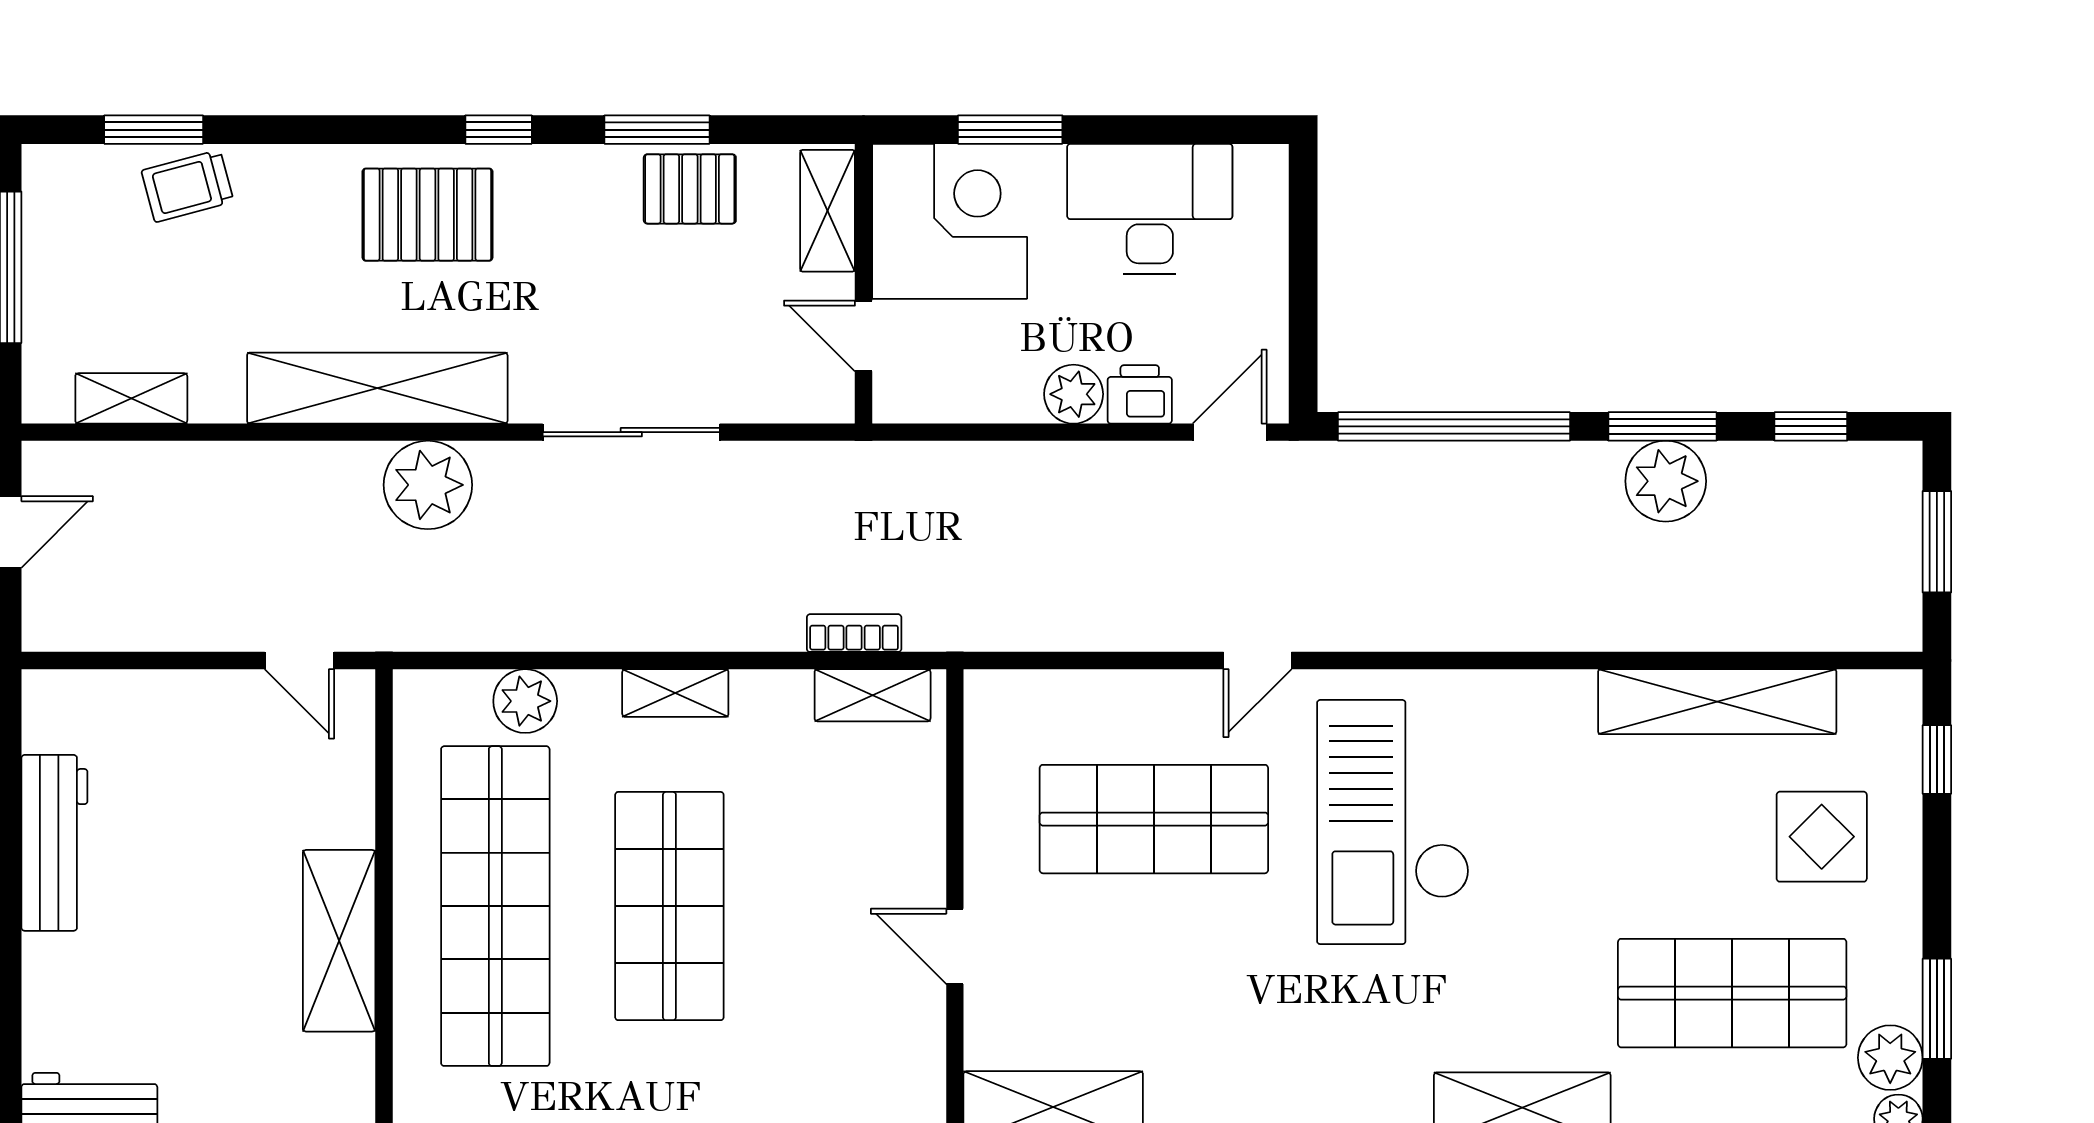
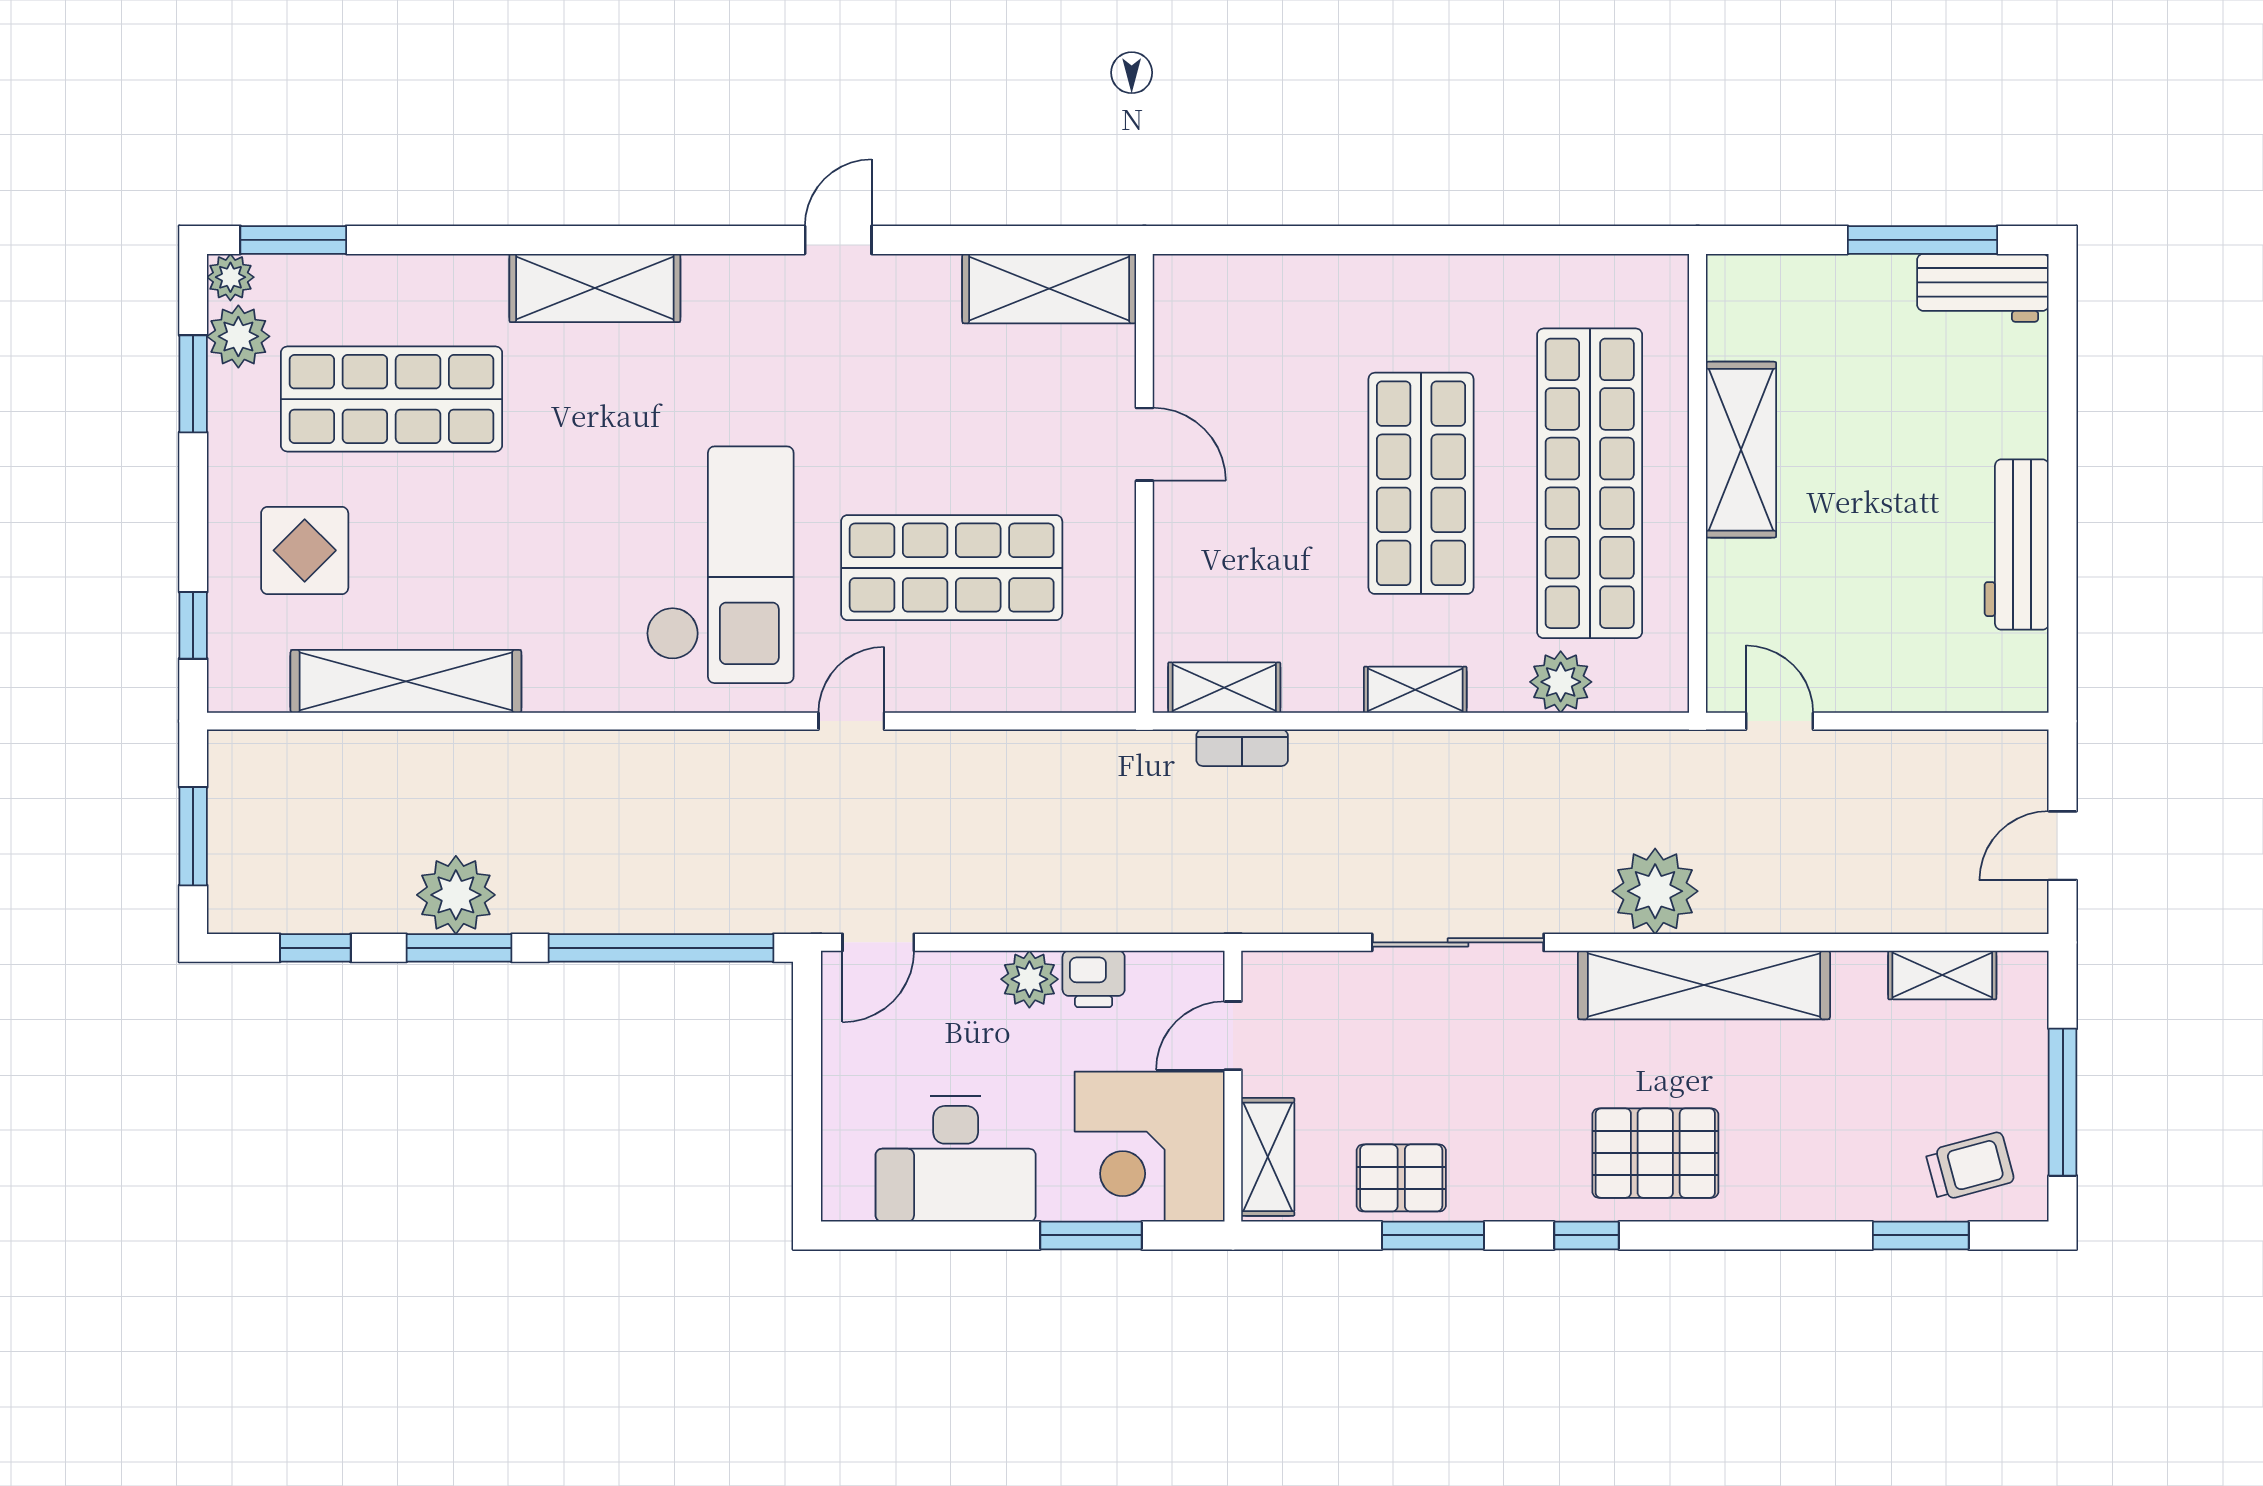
trolley: (187, 186) -> (1970, 1167), moved
door: (864, 336) -> (1233, 1036), swing flipped
printer: (1140, 394) -> (1094, 979), moved

